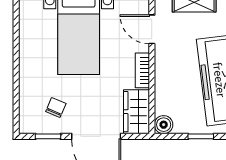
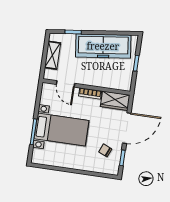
door: (152, 29) -> (65, 84), hinge flipped
boiler: (164, 125) -> (126, 85), removed

